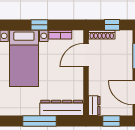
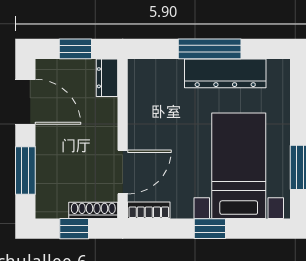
bookcase: (60, 35) -> (149, 210), moved
dresser: (62, 108) -> (225, 73), moved

